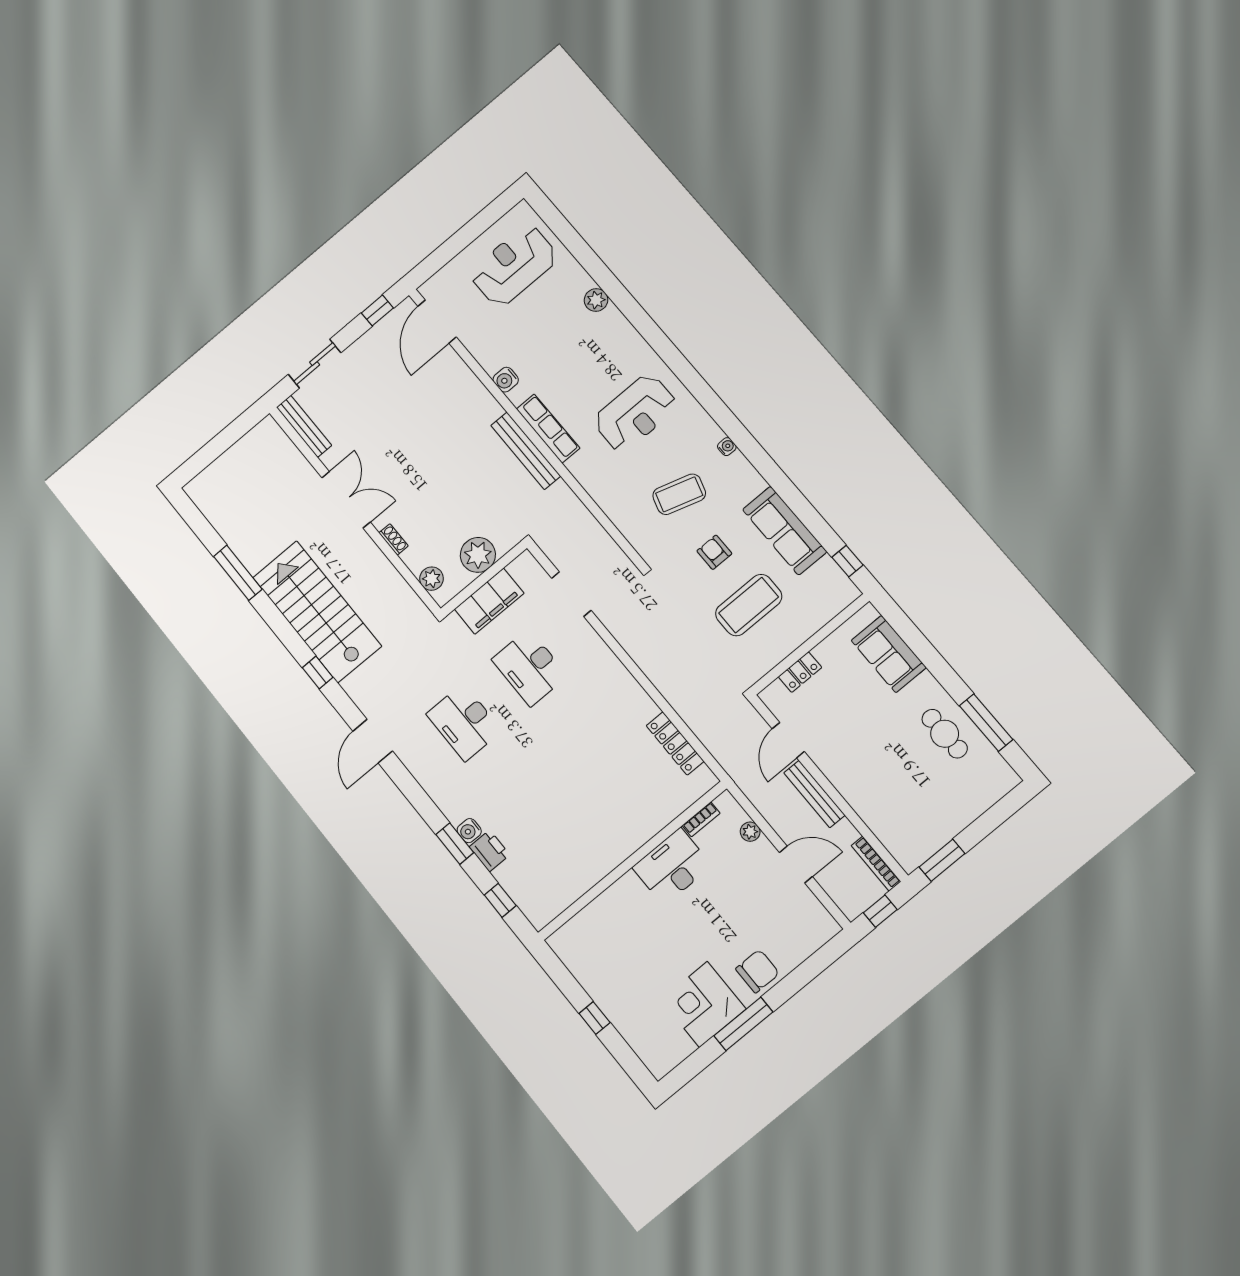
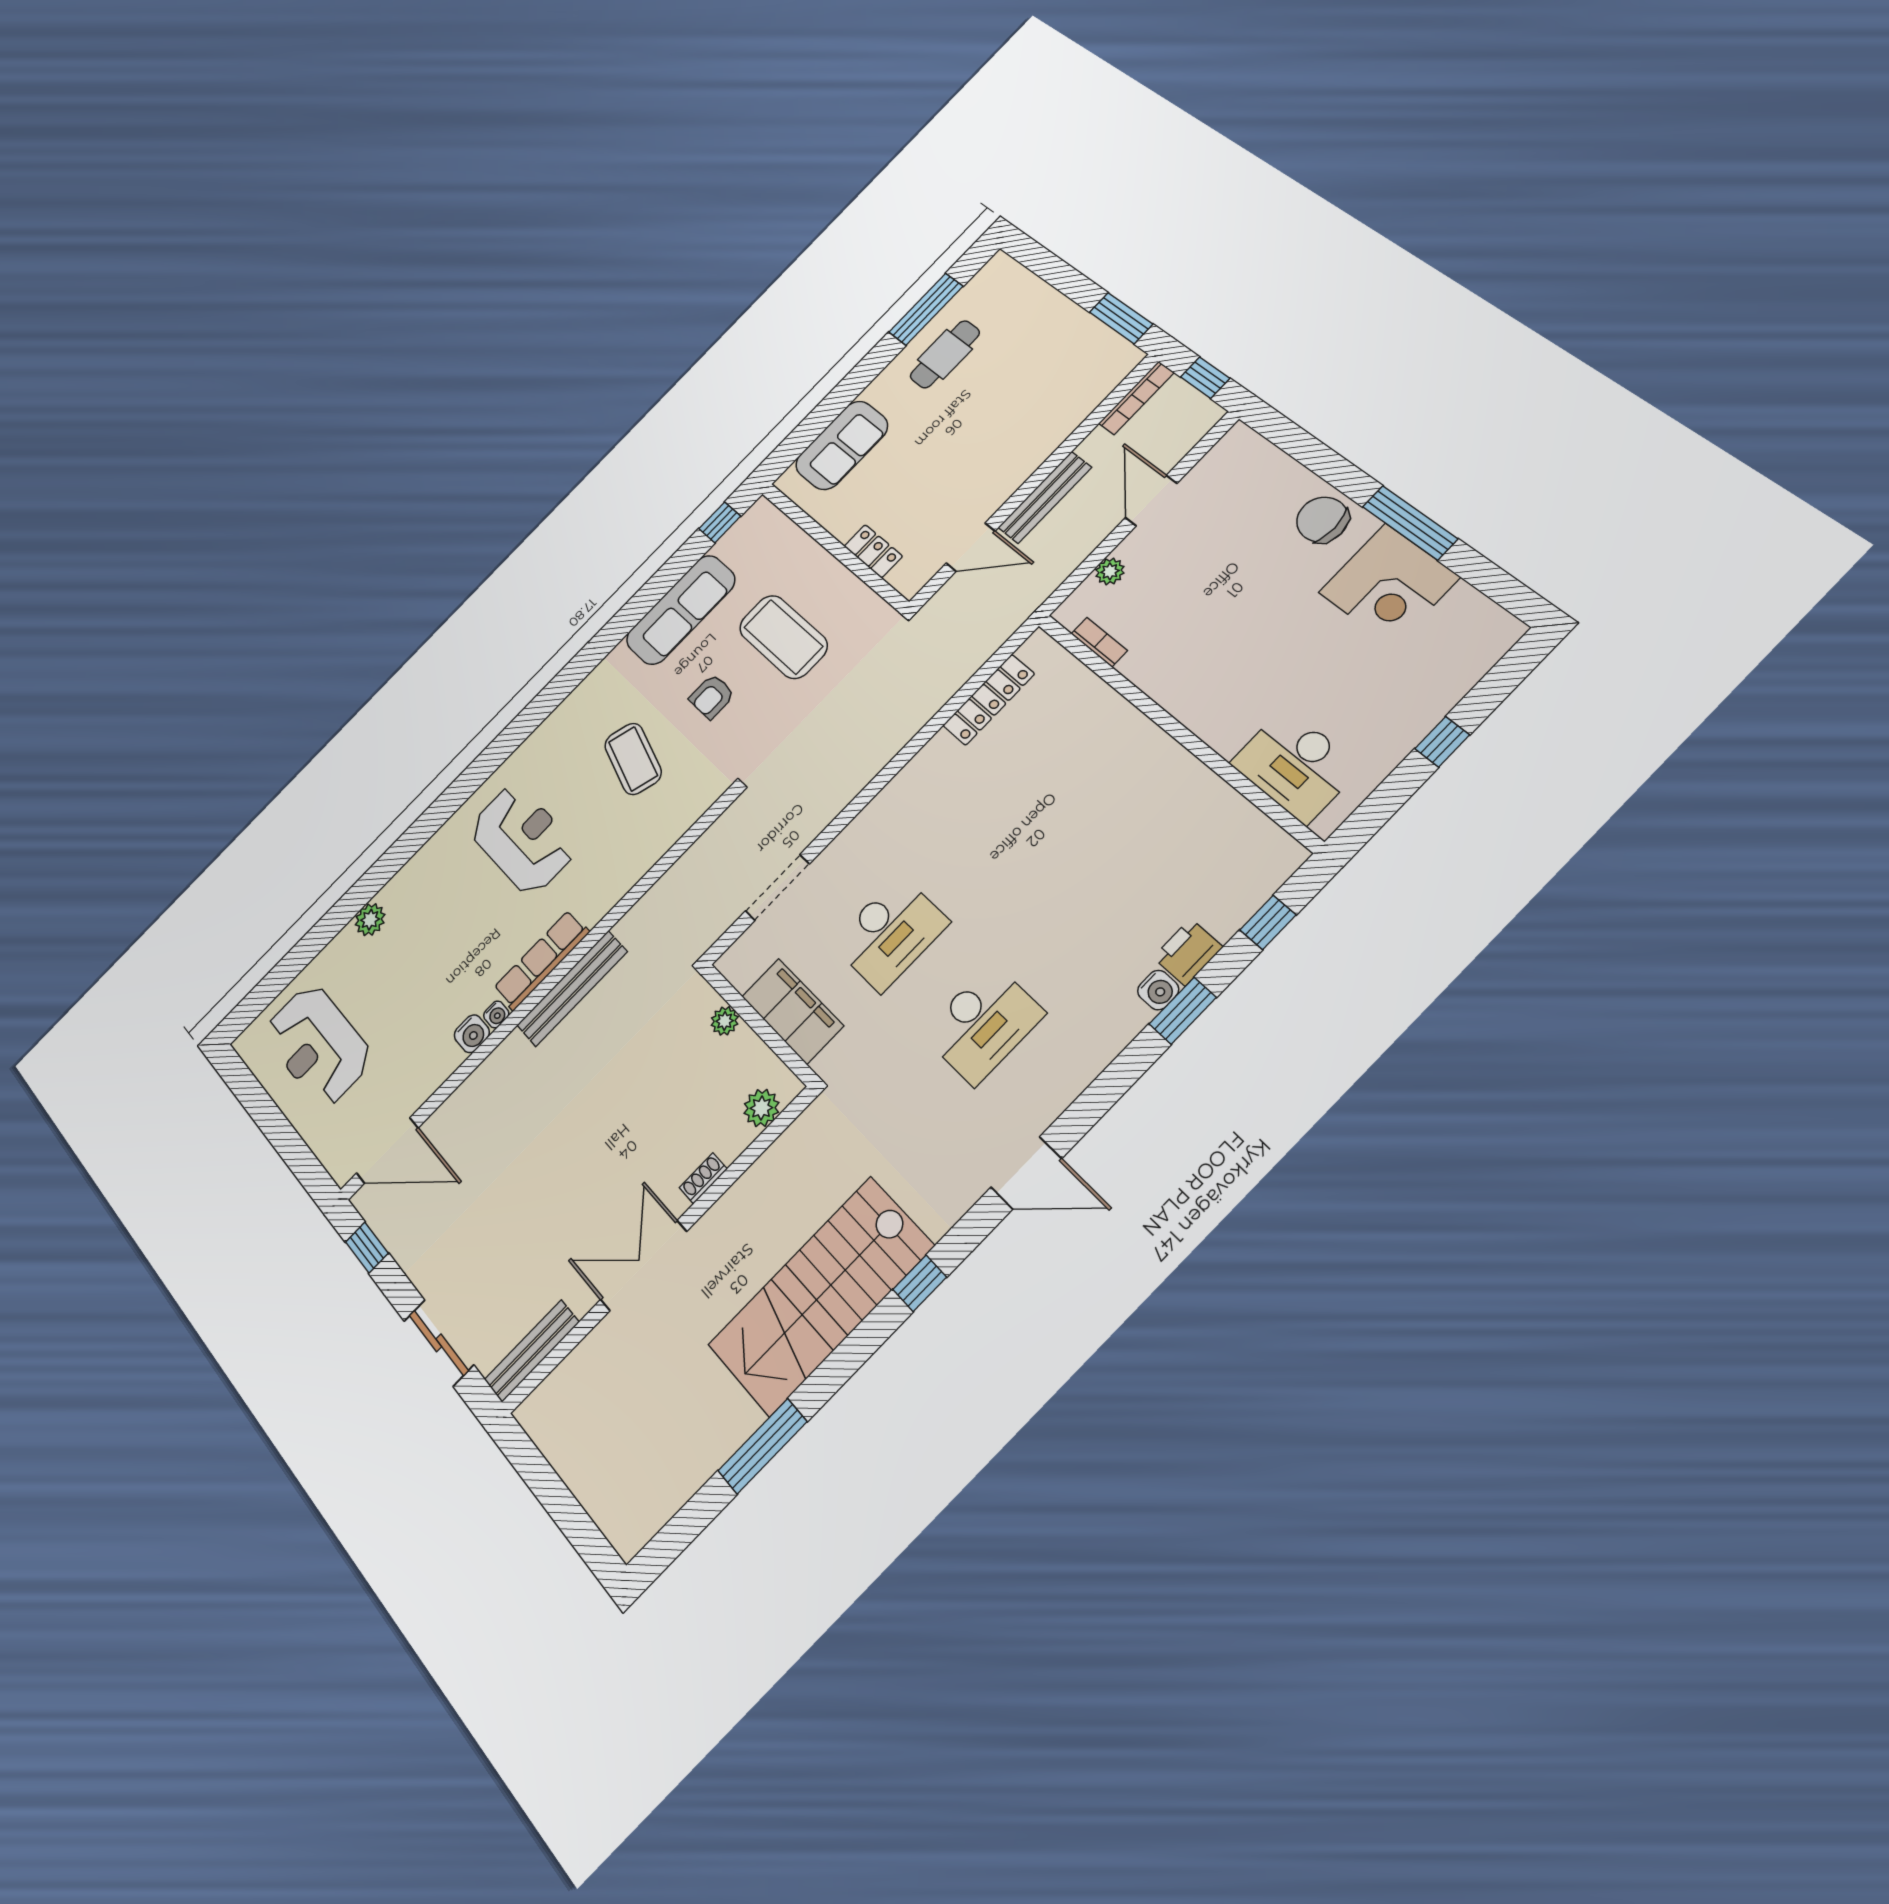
water cooler: (727, 447) -> (496, 1014), moved, turned 180
plant: (478, 555) -> (725, 1021), width x0.53, depth x0.53
desk: (672, 867) -> (1295, 765), moved

